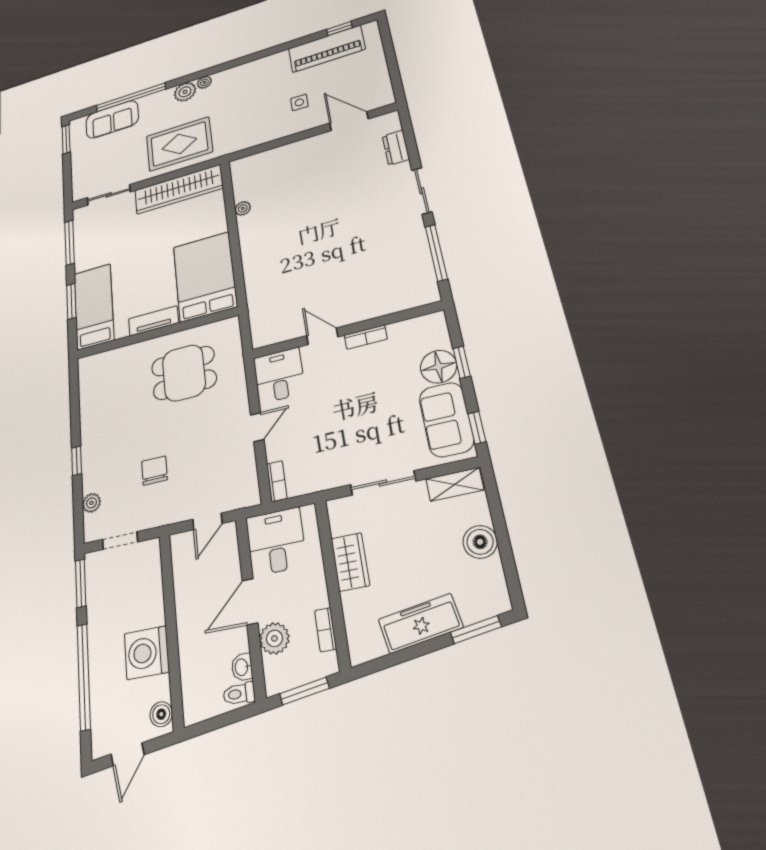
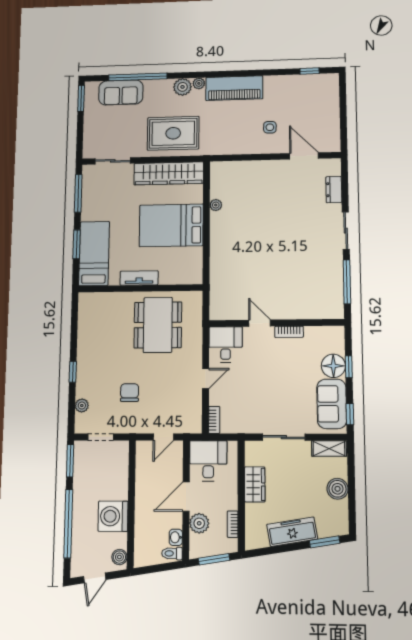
piano: (327, 49) -> (234, 88), moved
bed: (205, 277) -> (171, 225), moved, turned -90
dining table: (184, 373) -> (158, 325), width x1.37

